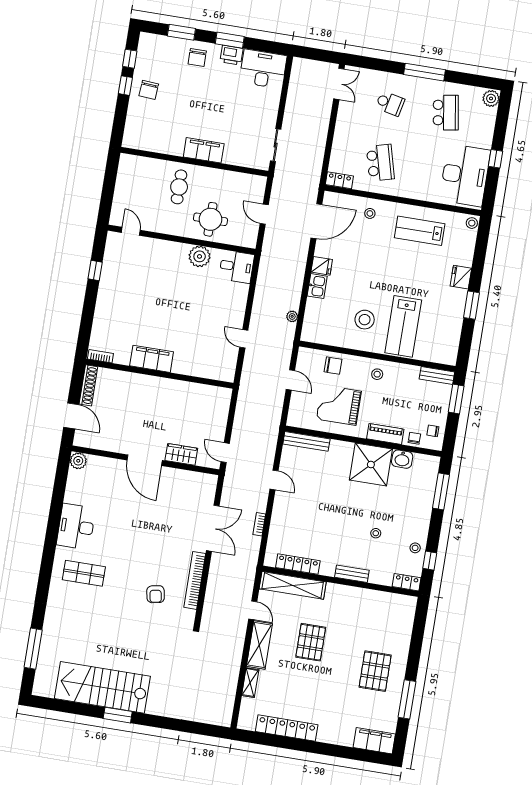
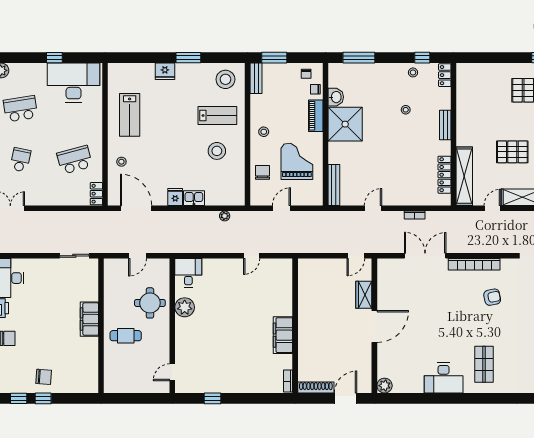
stool: (472, 223) -> (225, 79), moved, width x1.89, depth x1.89
lab bench: (403, 326) -> (217, 115), width x0.73, depth x0.72
grand piano: (339, 405) -> (297, 161), turned 180

